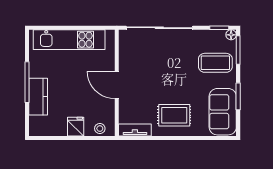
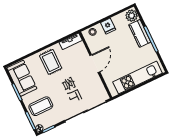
door: (117, 85) -> (95, 64), hinge flipped
rug: (174, 115) -> (51, 62), turned 90
plant: (38, 125) -> (132, 16), added

